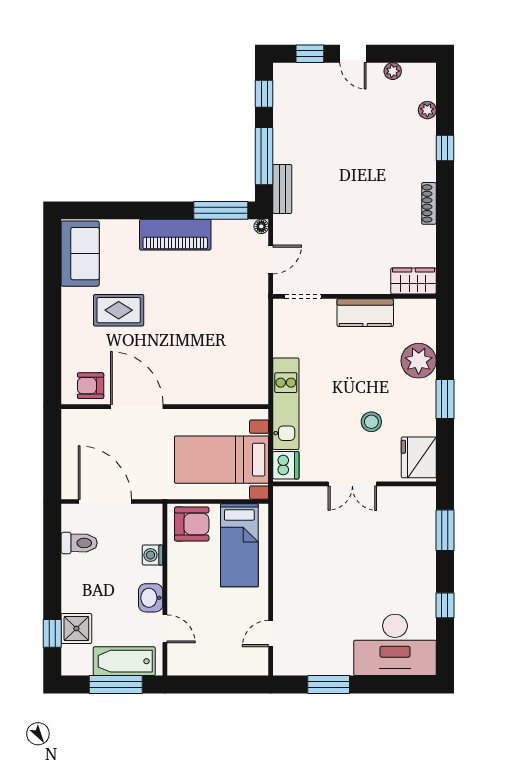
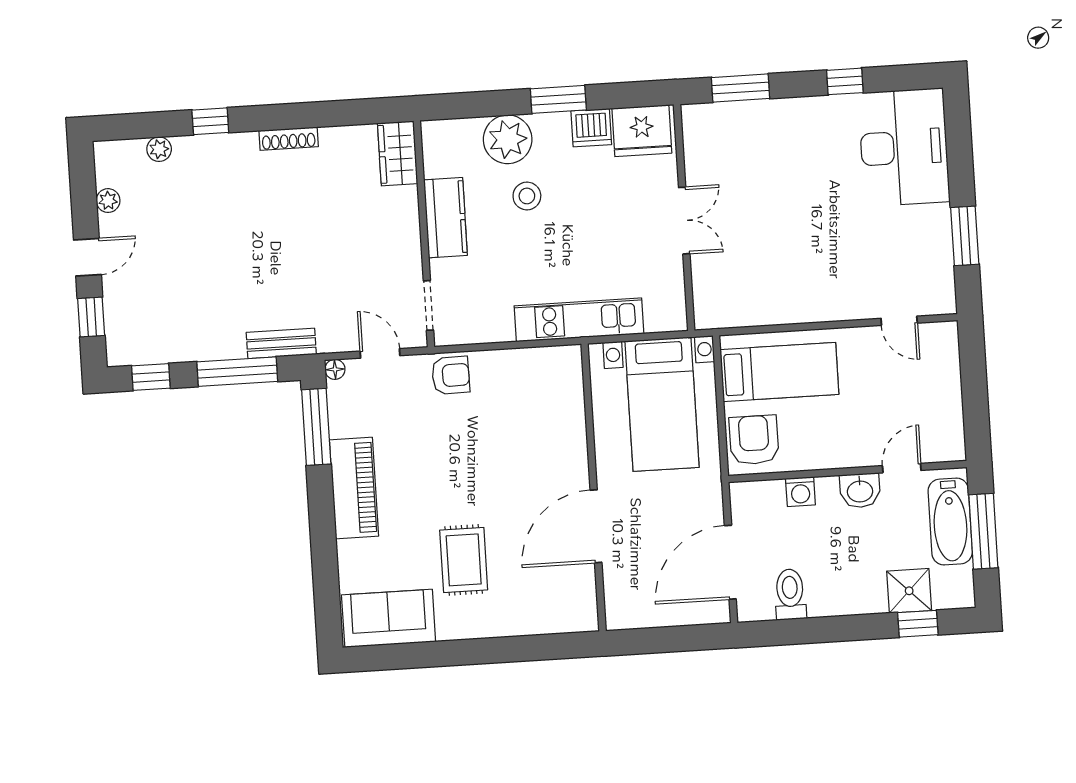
armchair: (91, 386) -> (451, 375), moved, turned -91
stool: (371, 422) -> (527, 196), moved
dishwasher: (286, 465) -> (591, 128), moved, turned 180

